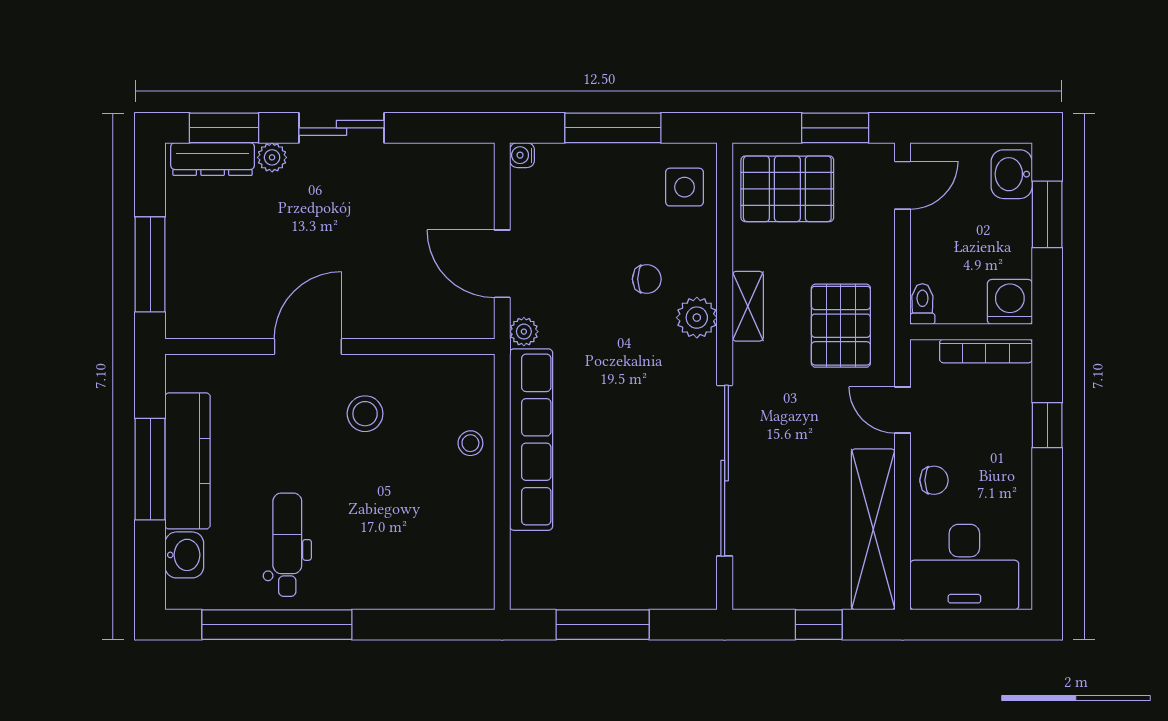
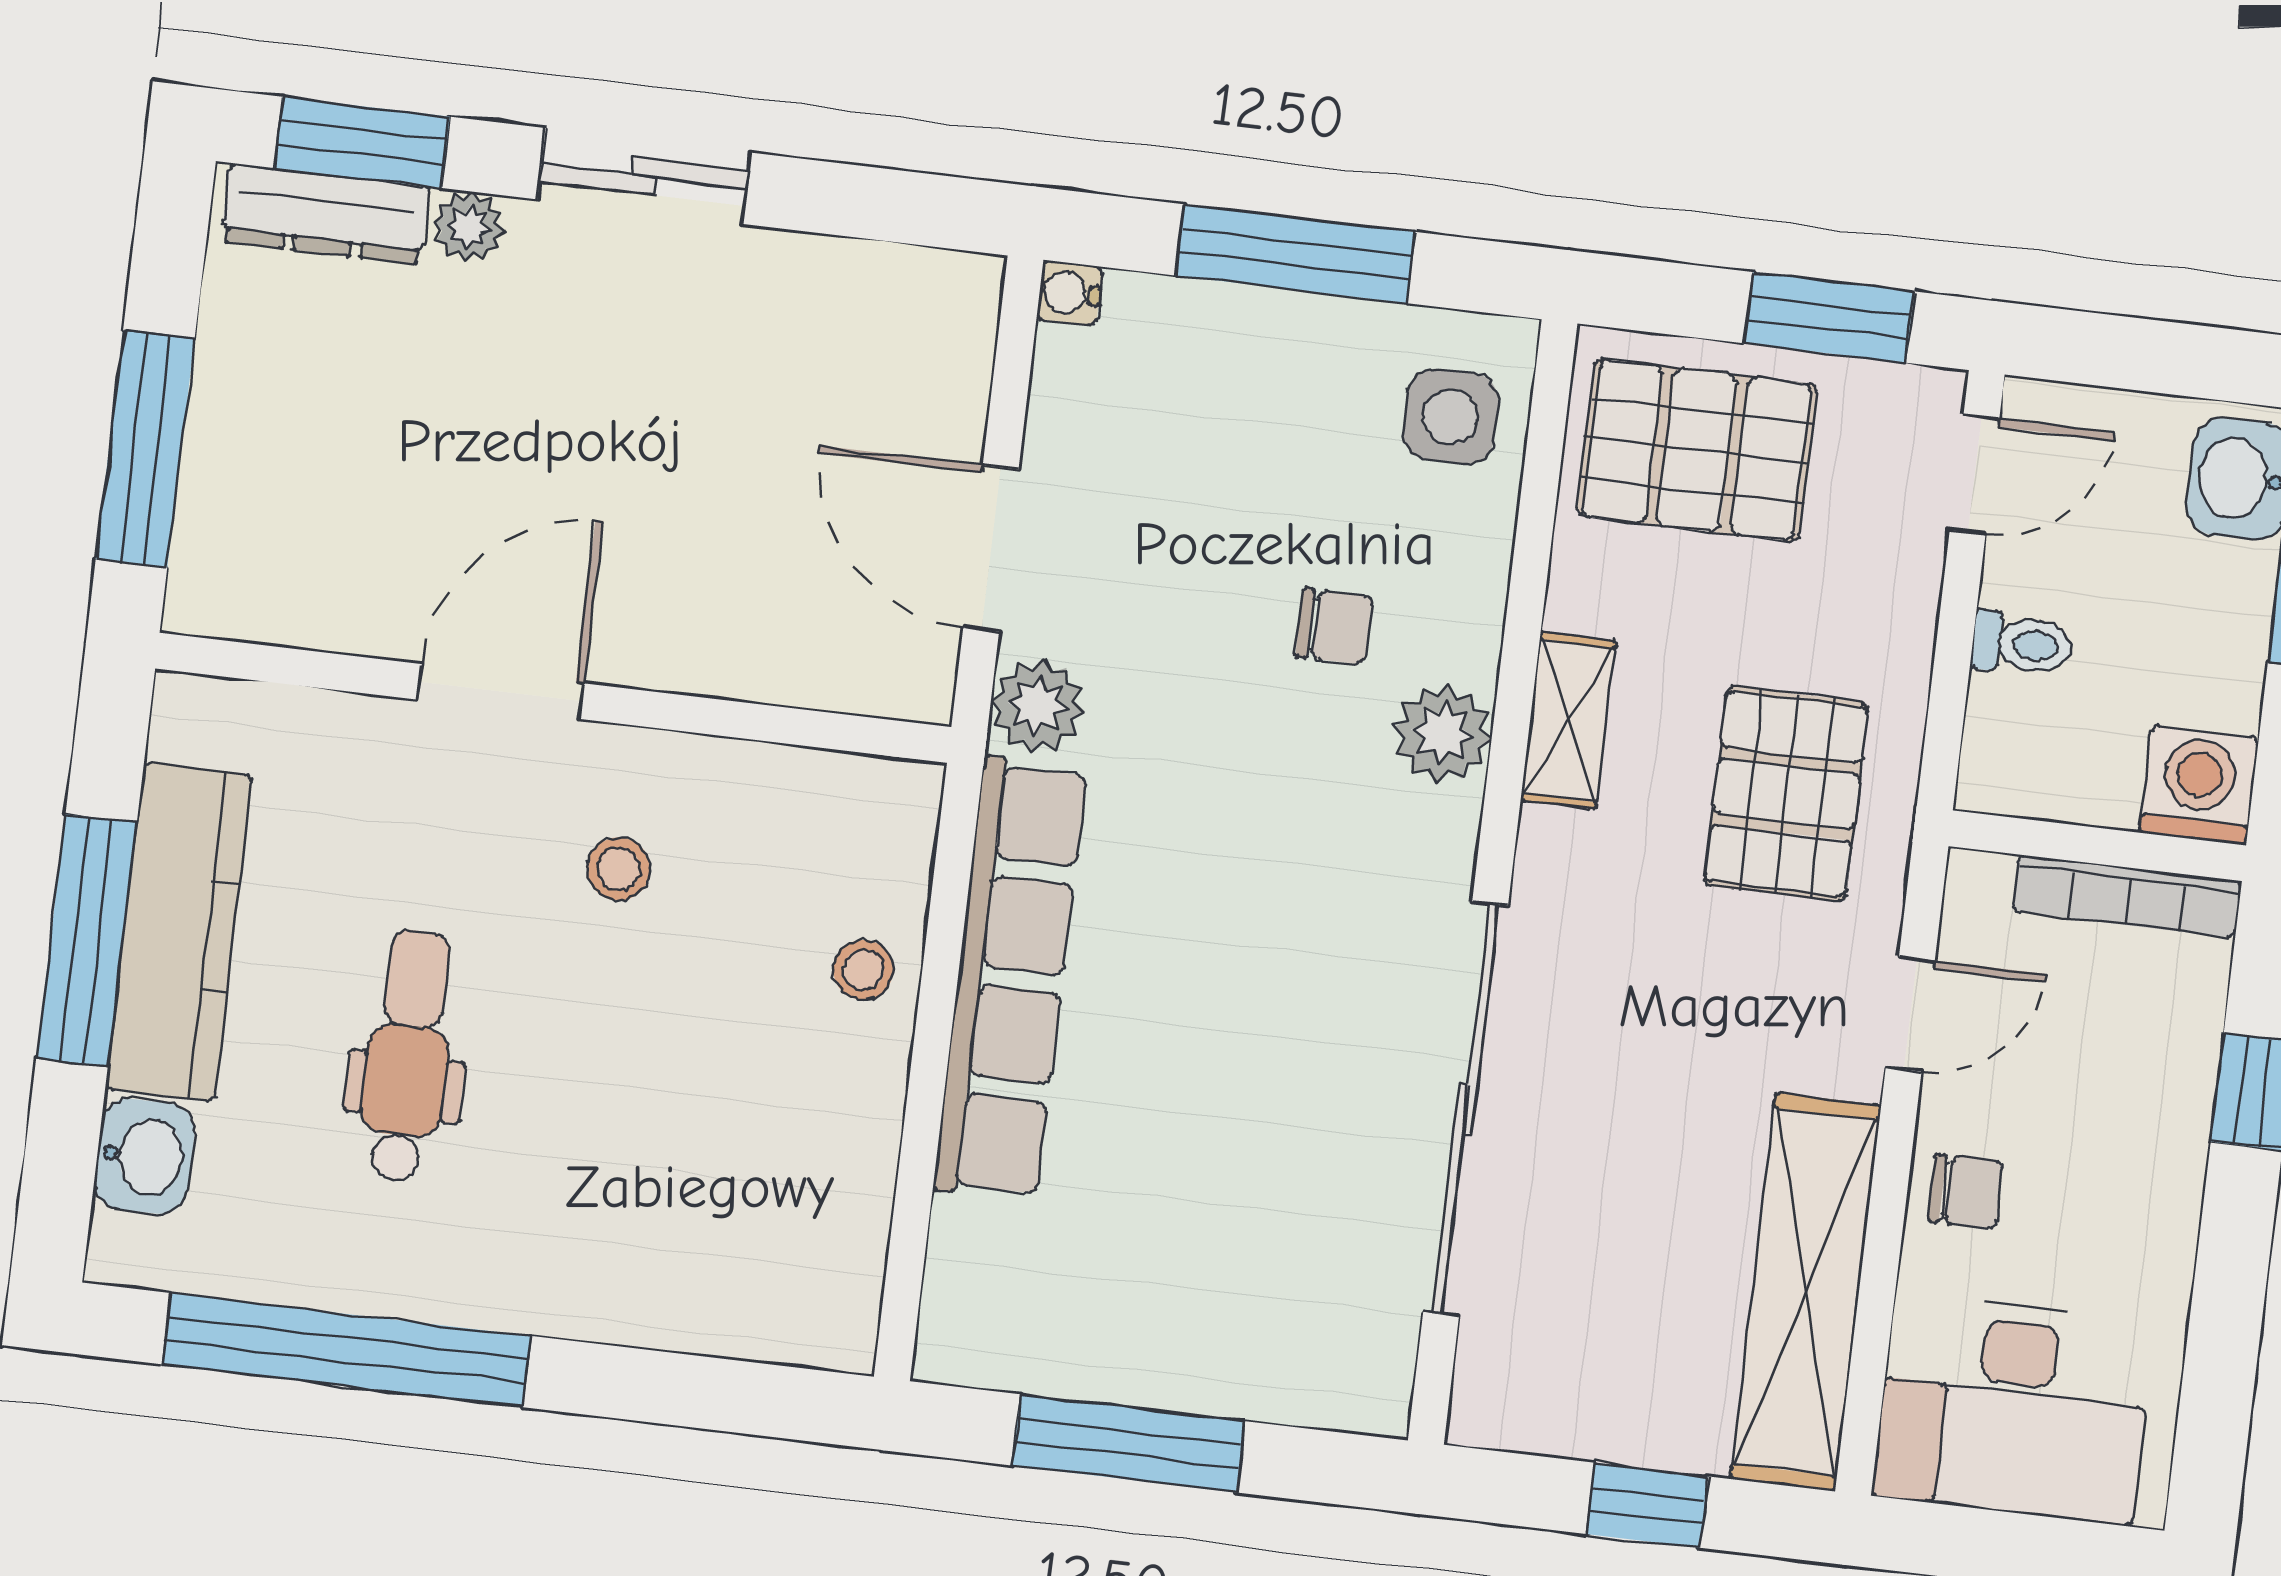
toilet: (922, 304) -> (2022, 644), moved, turned 90
plant: (524, 332) -> (1038, 706), width x1.38, depth x1.38
door: (903, 410) -> (1910, 1014), swing flipped
stool: (365, 414) -> (619, 869), width x0.73, depth x0.73
dental chair: (287, 545) -> (408, 1056), moved

